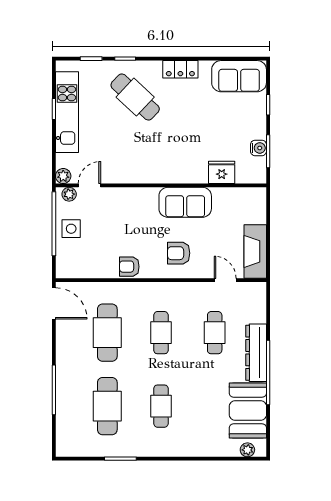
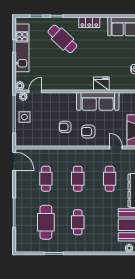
fridge: (222, 172) -> (101, 84), moved
sofa: (185, 202) -> (98, 101), width x1.36
armchair: (129, 267) -> (65, 127), moved
cafe table: (107, 333) -> (46, 179), width x0.73, depth x0.74

